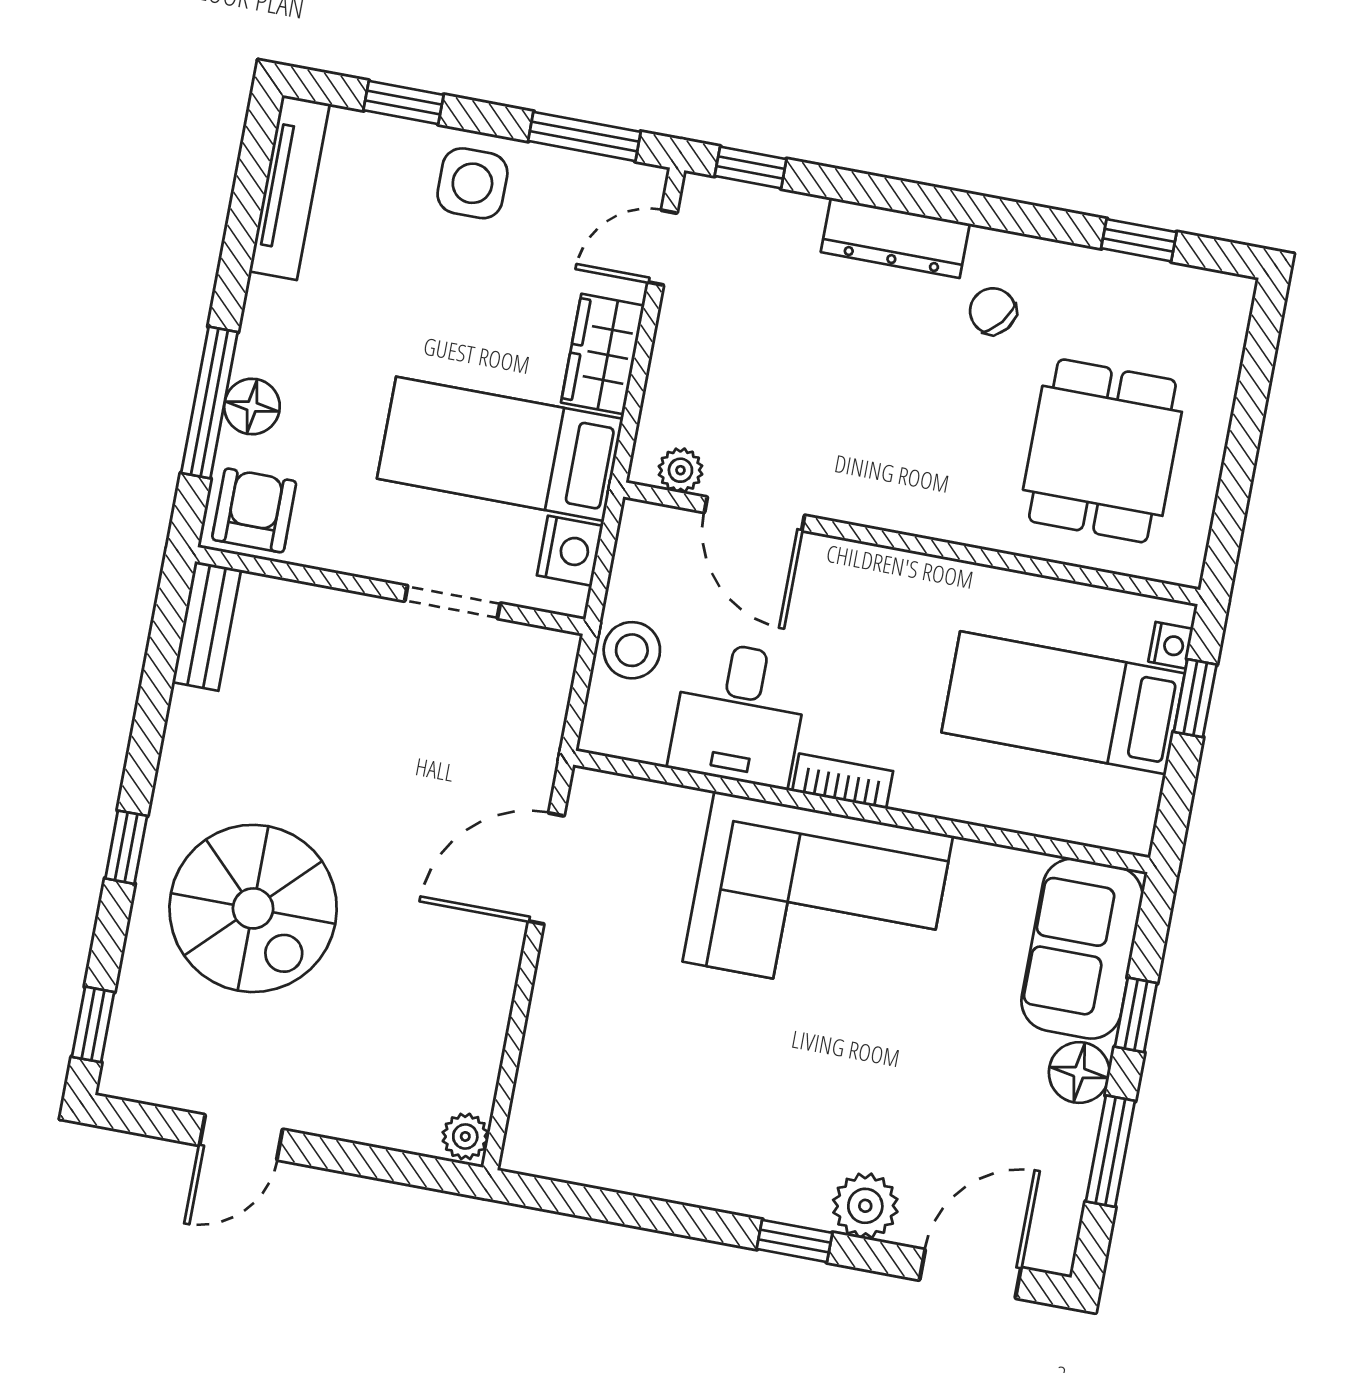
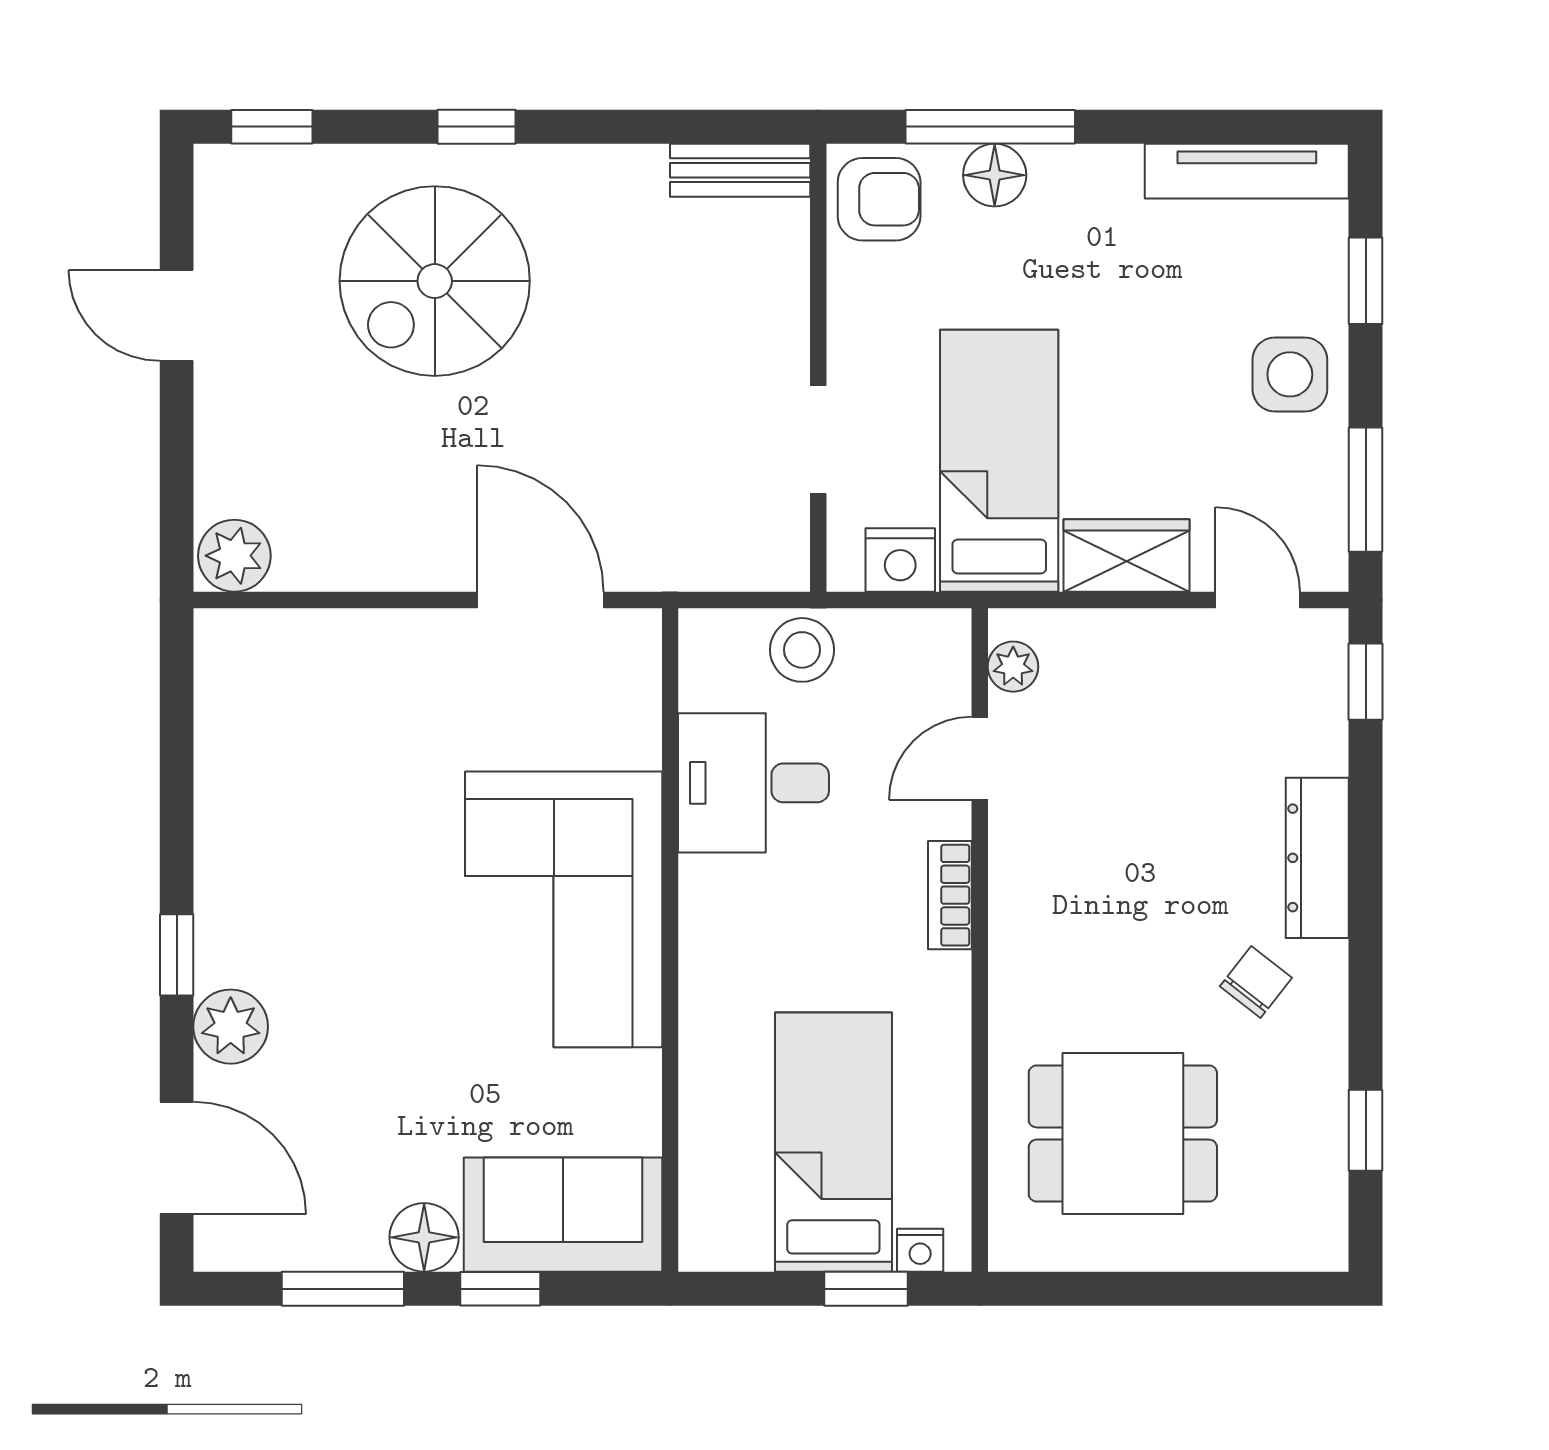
door: (754, 514) -> (980, 758), width x0.73
bookcase: (843, 781) -> (950, 895), moved, turned 180
plant: (465, 1136) -> (234, 556), width x1.38, depth x1.38

